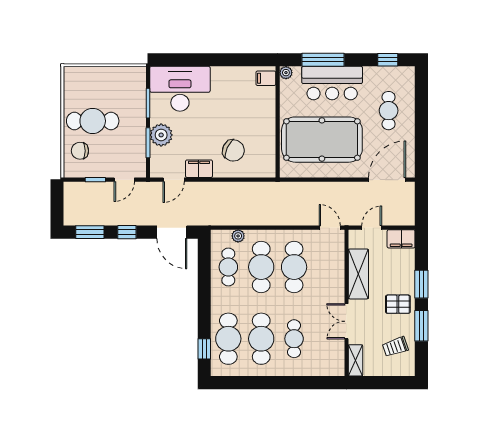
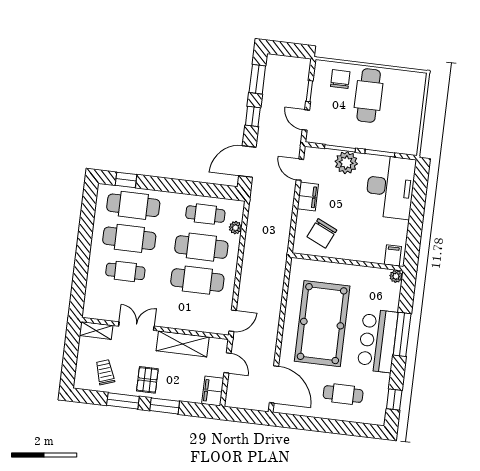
plant: (286, 73) -> (396, 276), moved
filing cabinet: (266, 78) -> (393, 255), moved
wall: (278, 122) -> (348, 262), moved

